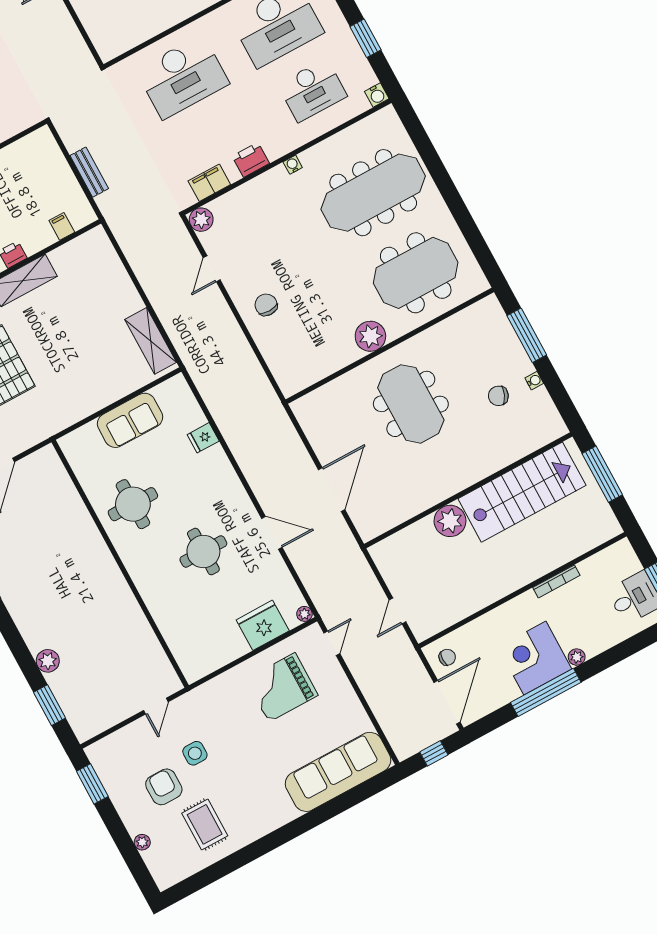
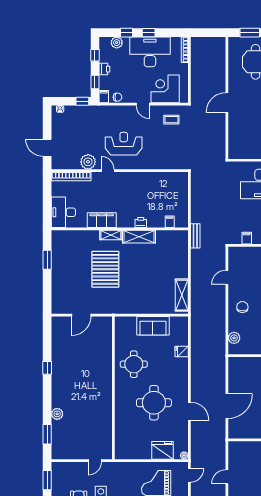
bench: (89, 172) -> (195, 236), moved
filing cabinet: (209, 183) -> (247, 238), width x0.50
plant: (201, 220) -> (234, 338), moved
round table: (203, 552) -> (154, 403), width x1.36, depth x1.36

